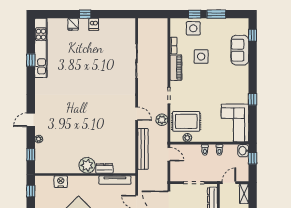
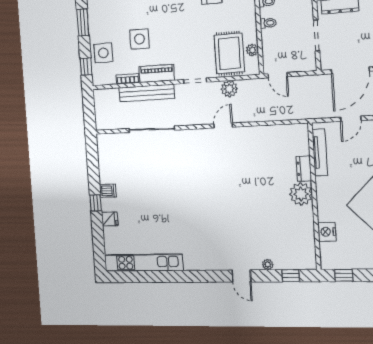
window: (195, 14) -> (86, 67), moved
window: (31, 60) -> (161, 276), removed
bench: (143, 149) -> (147, 93), moved
door: (169, 154) -> (278, 75), swing flipped

